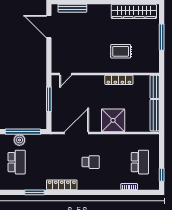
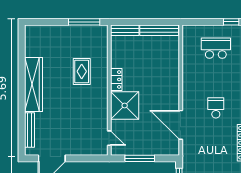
wardrobe: (134, 11) -> (33, 84), moved
window: (162, 37) -> (84, 22), moved
locker: (119, 80) -> (116, 79), width x0.66
shower: (113, 120) -> (125, 106), moved

